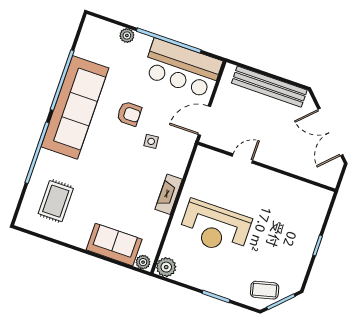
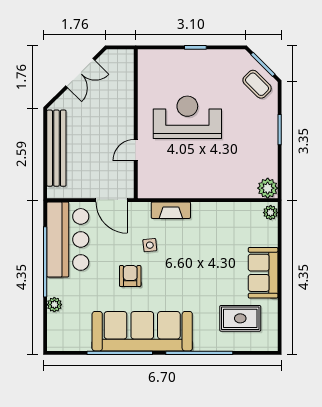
double door: (330, 132) -> (80, 73), width x0.73
door: (242, 158) -> (136, 150), hinge flipped
fireplace: (169, 194) -> (171, 210), moved
reception desk: (215, 228) -> (187, 117), moved, turned -90
sofa: (114, 245) -> (263, 273), moved
coffee table: (265, 290) -> (257, 84), turned -31

